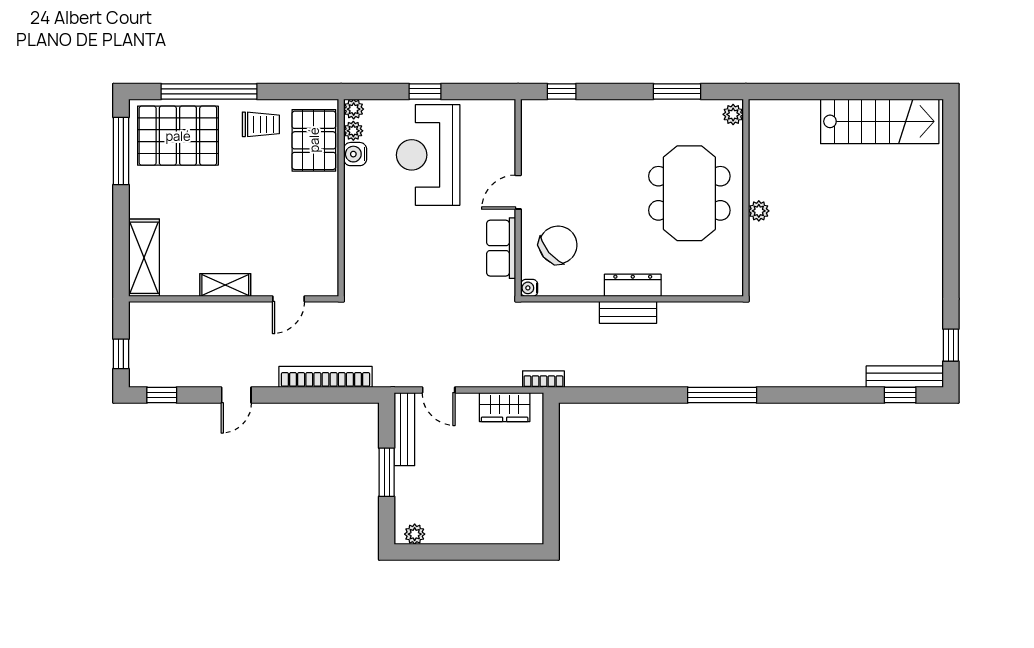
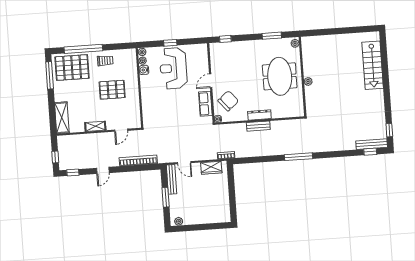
stairs: (880, 121) -> (373, 65), moved, turned 90
pallet: (314, 140) -> (112, 90), moved, turned 90

